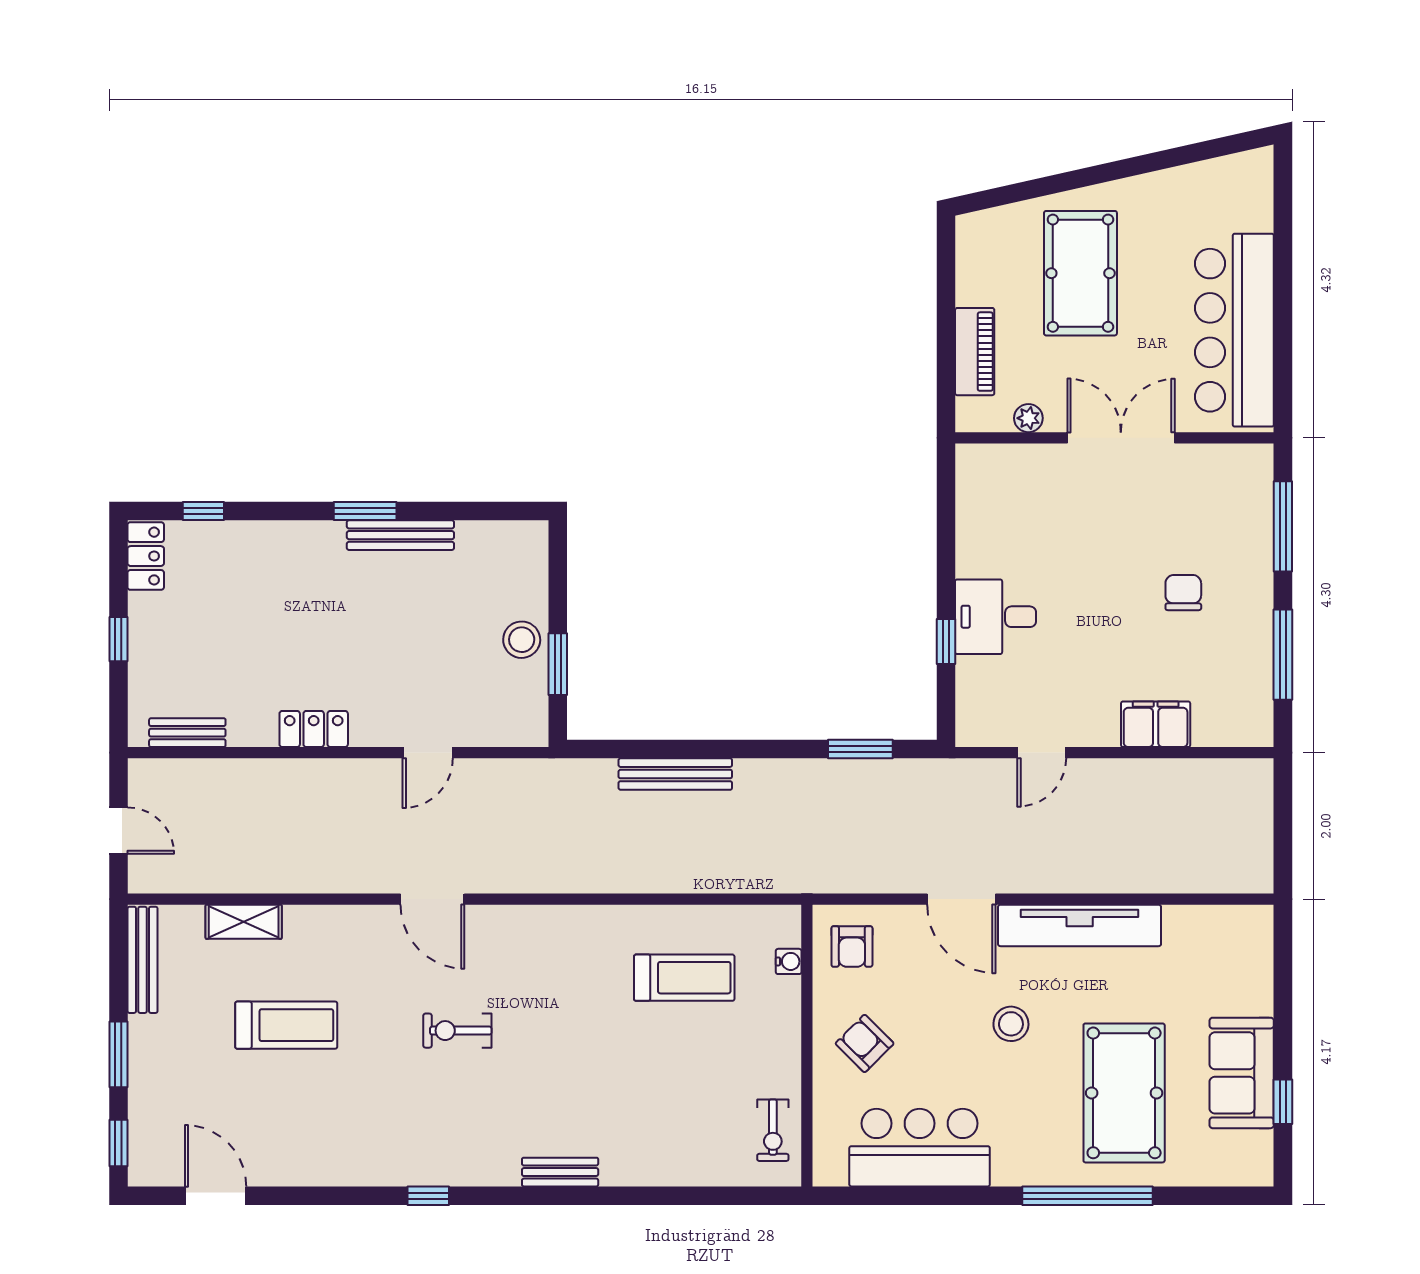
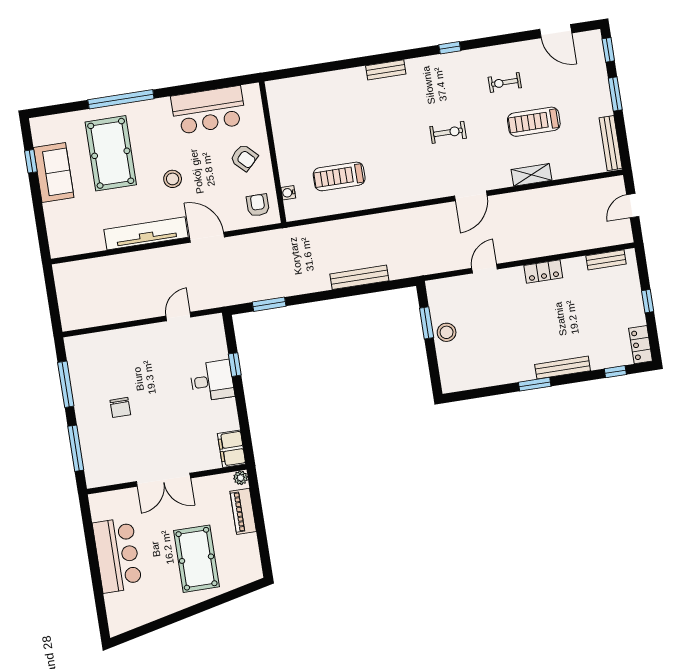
bar counter: (1234, 330) -> (117, 555), width x0.73
plant: (1028, 418) -> (241, 478), moved
bench: (400, 535) -> (563, 368), moved
filing cabinet: (1156, 724) -> (232, 449), moved, turned 90
door: (118, 831) -> (633, 206), hinge flipped
door: (432, 899) -> (471, 196), swing flipped
shelving: (244, 922) -> (532, 175), moved
exercise bike: (773, 1130) -> (505, 82), moved, turned -90

